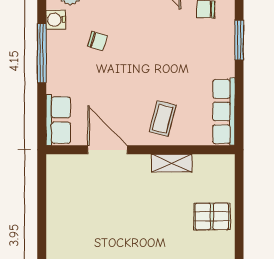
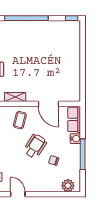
water cooler: (56, 20) -> (75, 139), moved
wheelchair: (133, 69) -> (35, 146), added

